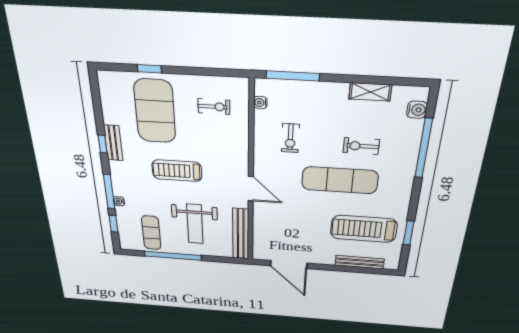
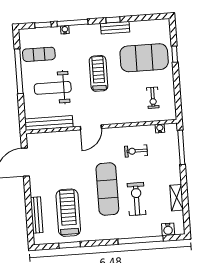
exercise bike: (361, 146) -> (137, 199), width x1.38, depth x1.39

